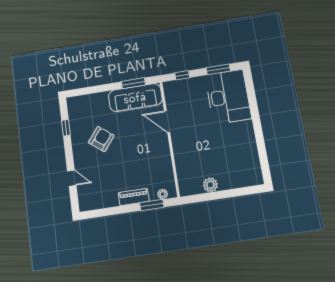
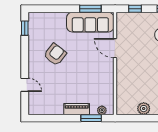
window: (66, 128) -> (25, 28), moved

